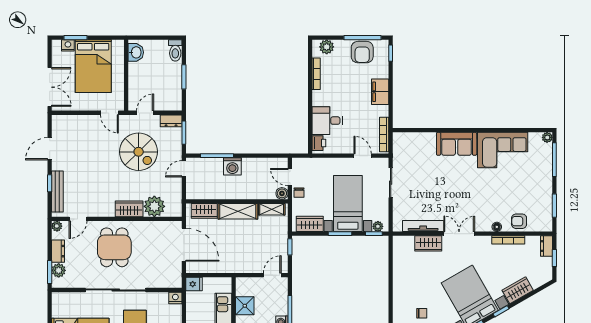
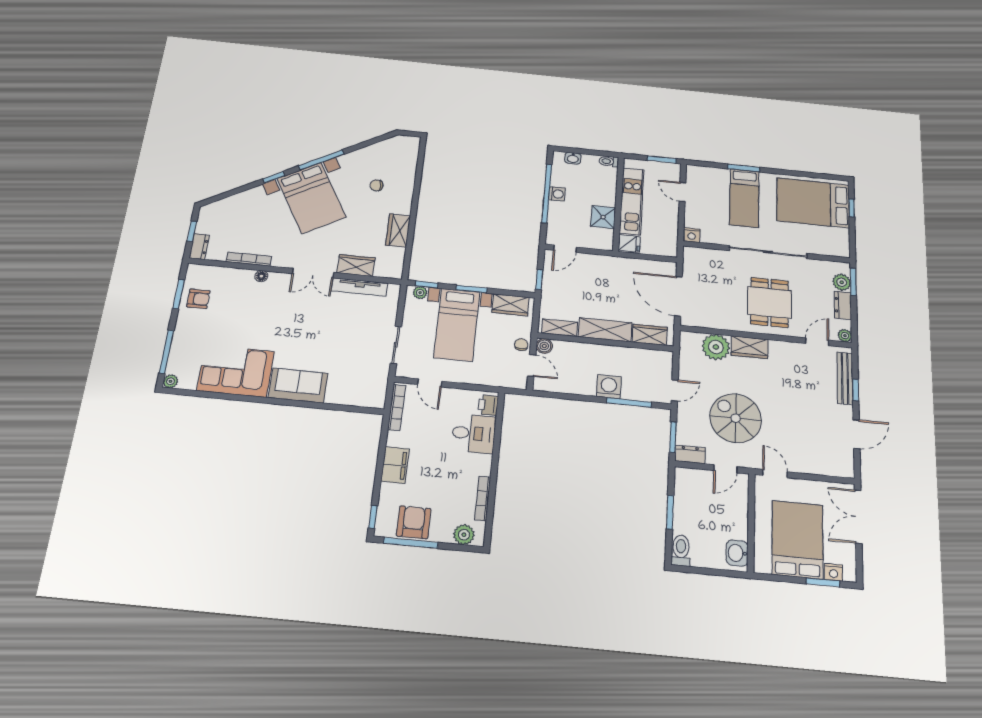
armchair: (519, 221) -> (198, 299), moved
fridge: (194, 284) -> (629, 243), moved, turned 180
wardrobe: (518, 290) -> (398, 230), moved, turned 120

